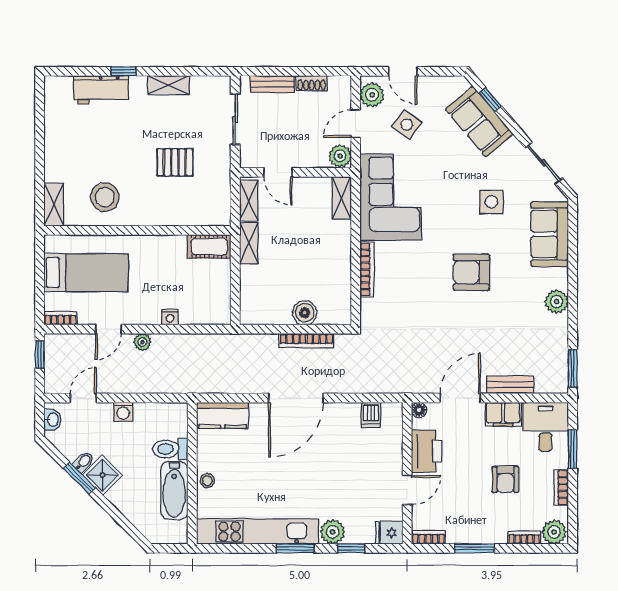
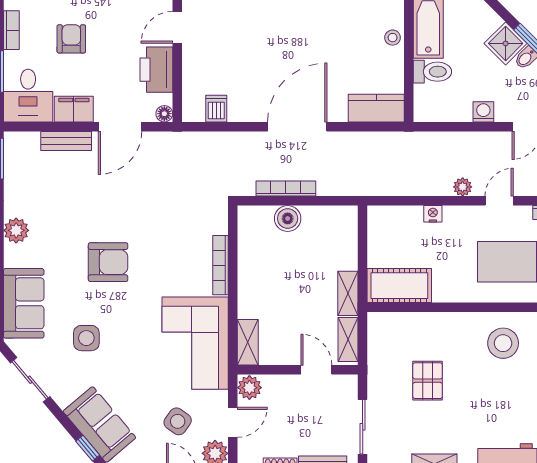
pallet: (175, 162) -> (428, 381), turned 90
cot: (209, 246) -> (399, 286), width x1.37, depth x1.34

